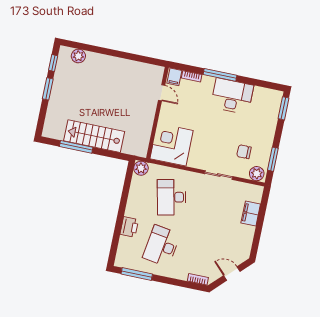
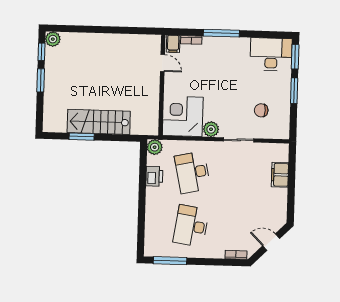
plant: (78, 56) -> (53, 39), moved
desk: (232, 96) -> (271, 54), moved
window: (76, 147) -> (82, 137), width x0.69
window: (273, 159) -> (294, 91), moved
plant: (257, 174) -> (211, 129), moved
printer: (129, 227) -> (154, 176), moved

